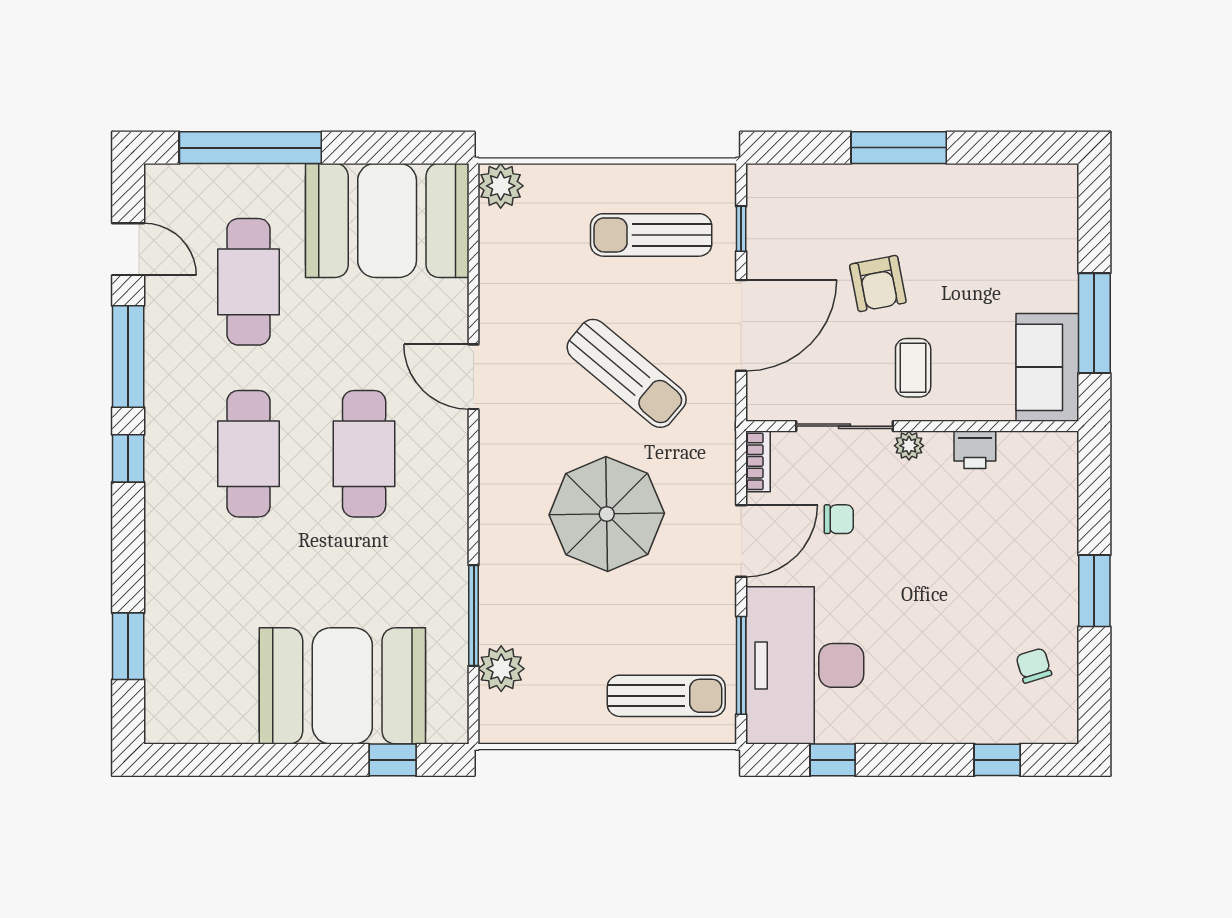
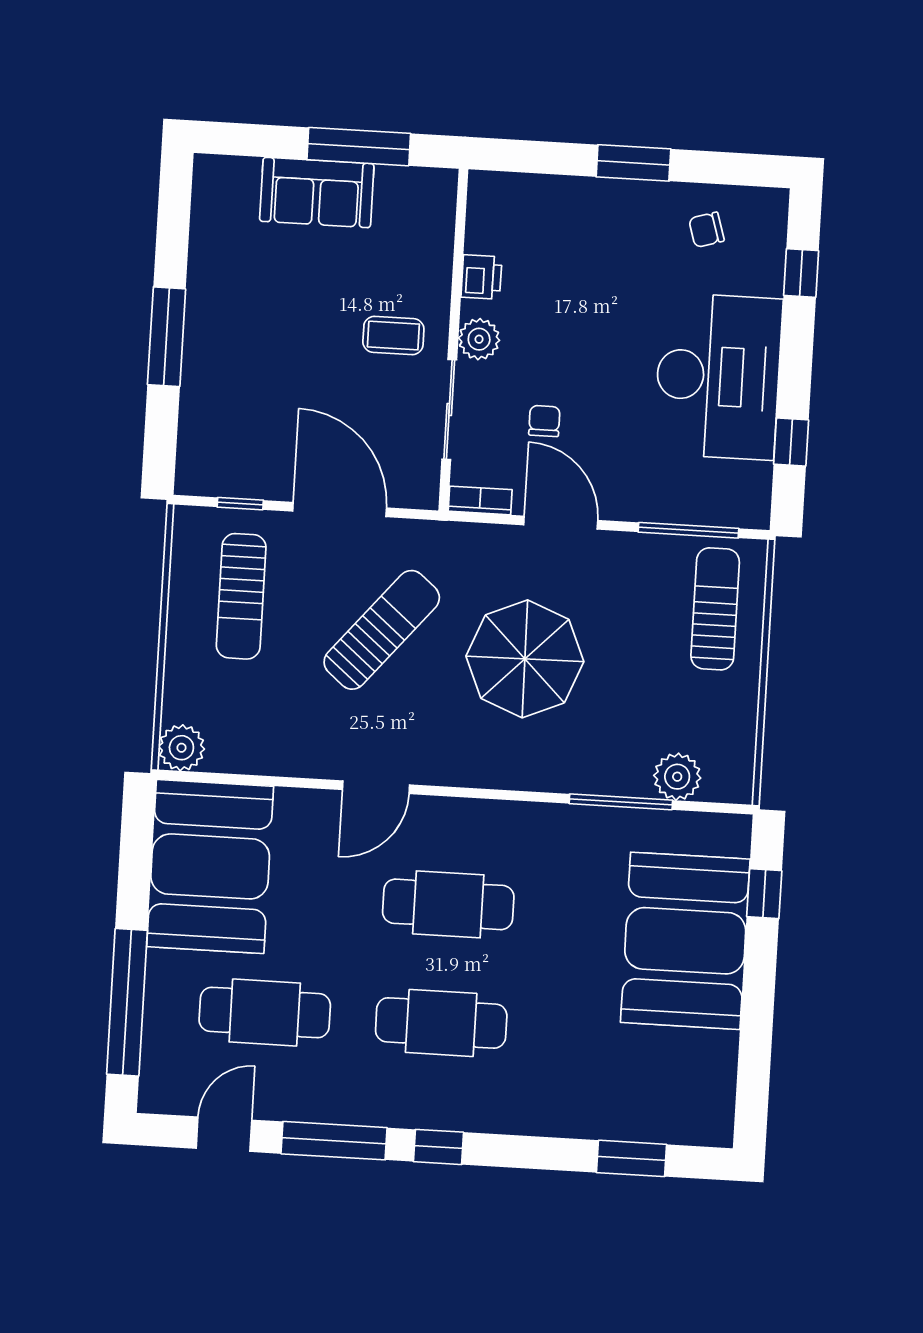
armchair: (878, 284) -> (305, 367), removed
sofa: (1047, 367) -> (317, 192), moved
plant: (909, 446) -> (479, 339), width x1.38, depth x1.38
desk: (805, 665) -> (718, 376), moved, turned -90

